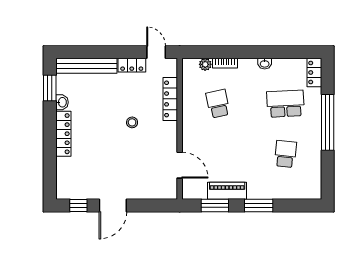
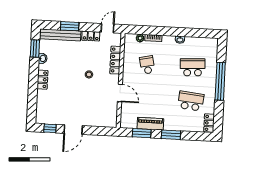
window: (100, 52) -> (70, 26), added
door: (156, 52) -> (108, 28), hinge flipped
locker: (314, 73) -> (209, 123), moved
locker: (63, 134) -> (42, 80), width x0.66
school desk: (285, 154) -> (191, 101), width x1.85
door: (180, 165) -> (120, 93), moved

